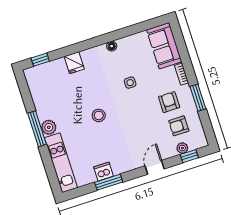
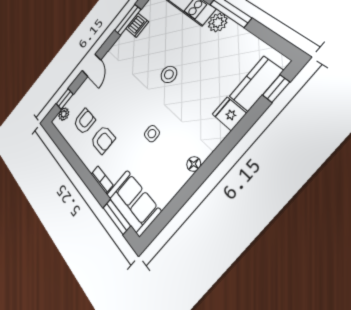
kitchen counter: (49, 70) -> (256, 84), added
window: (198, 98) -> (117, 217), moved
plant: (182, 148) -> (64, 114), moved

